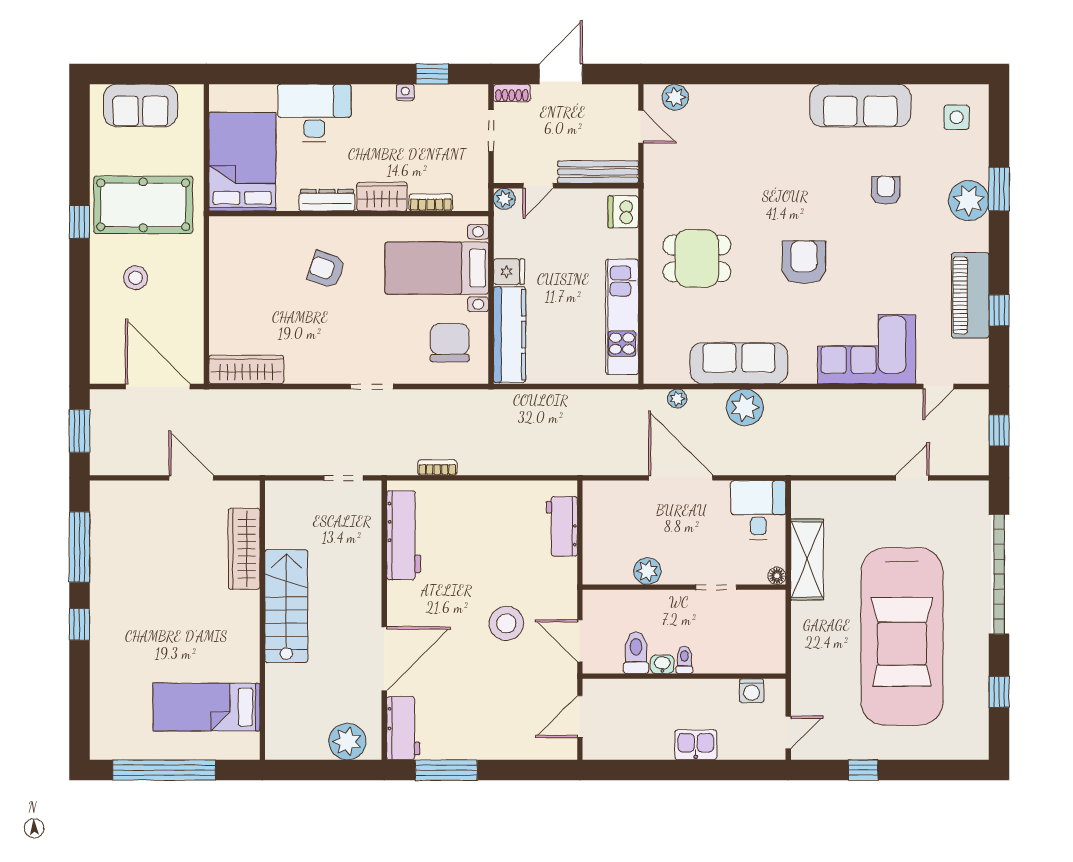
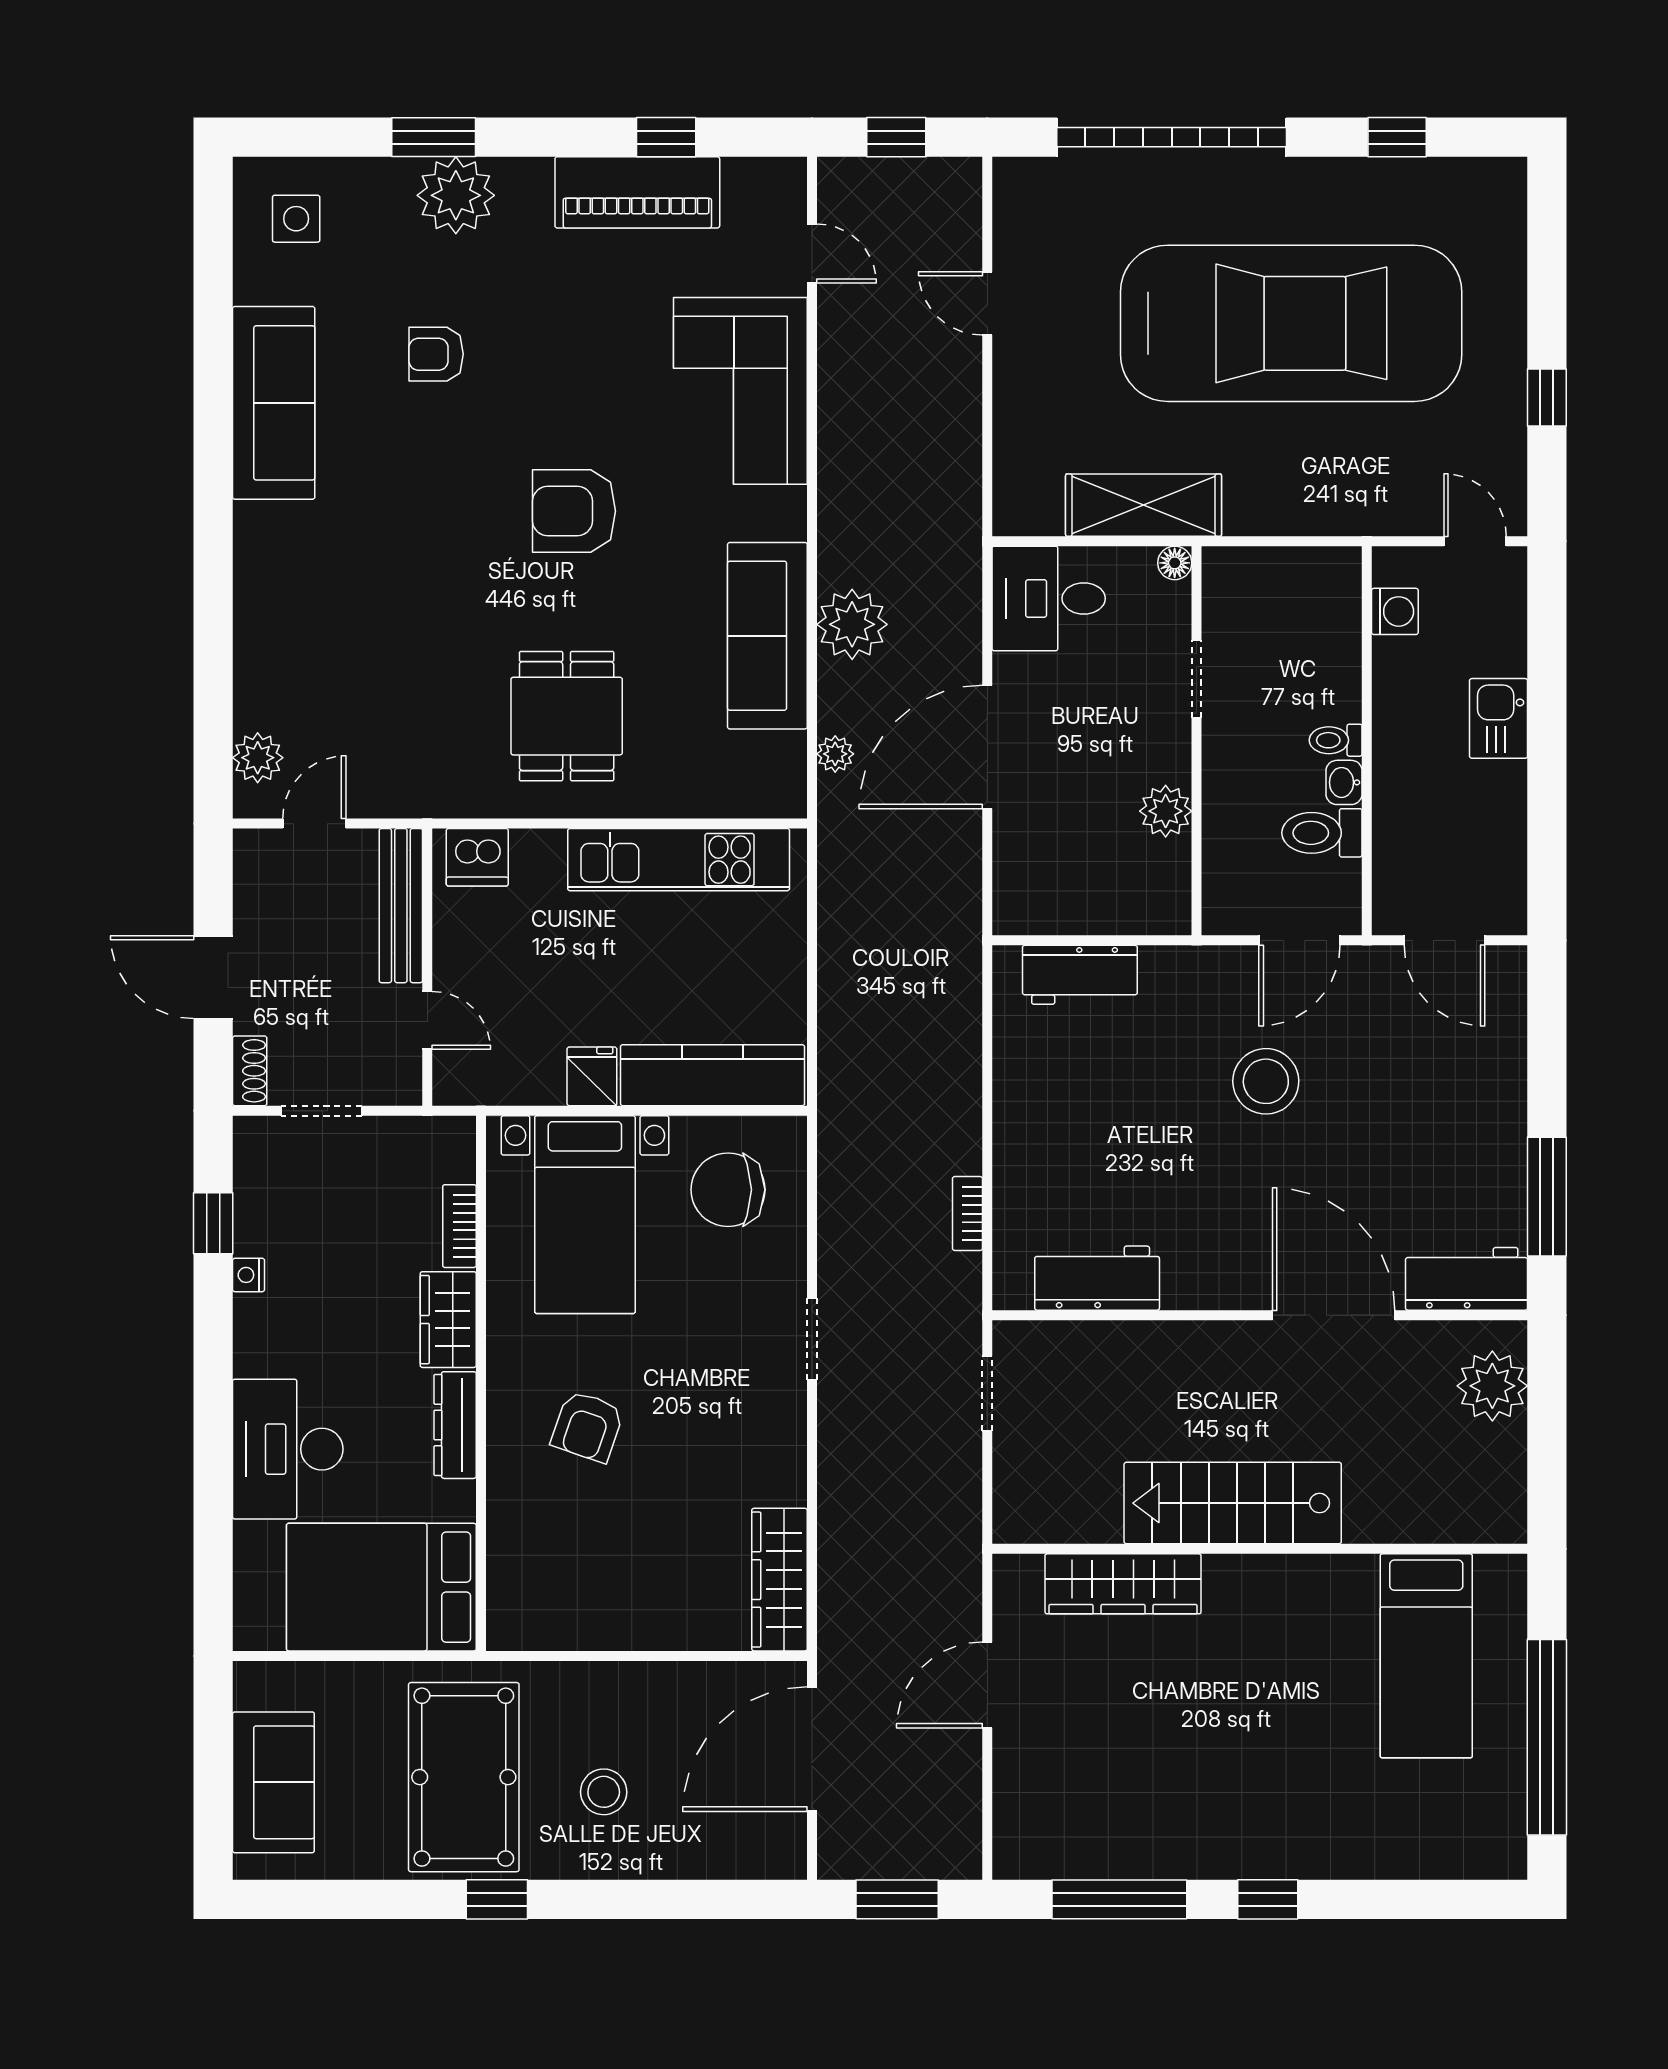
plant: (504, 199) -> (453, 1085), removed
workbench: (404, 535) -> (1097, 1278), width x0.73

